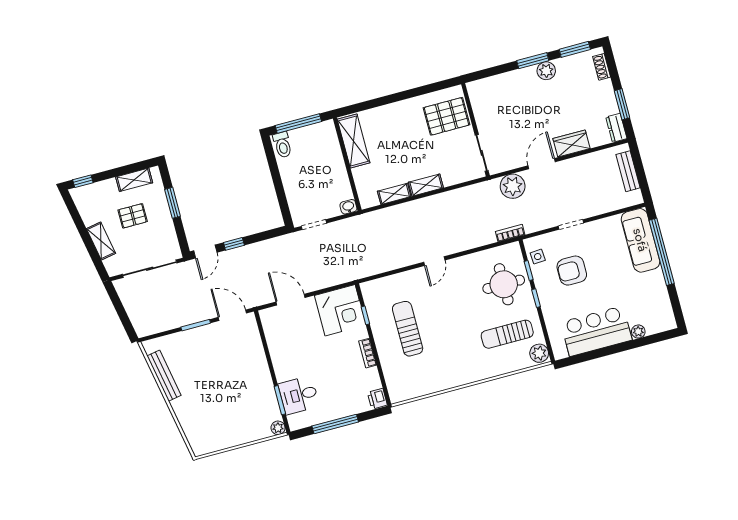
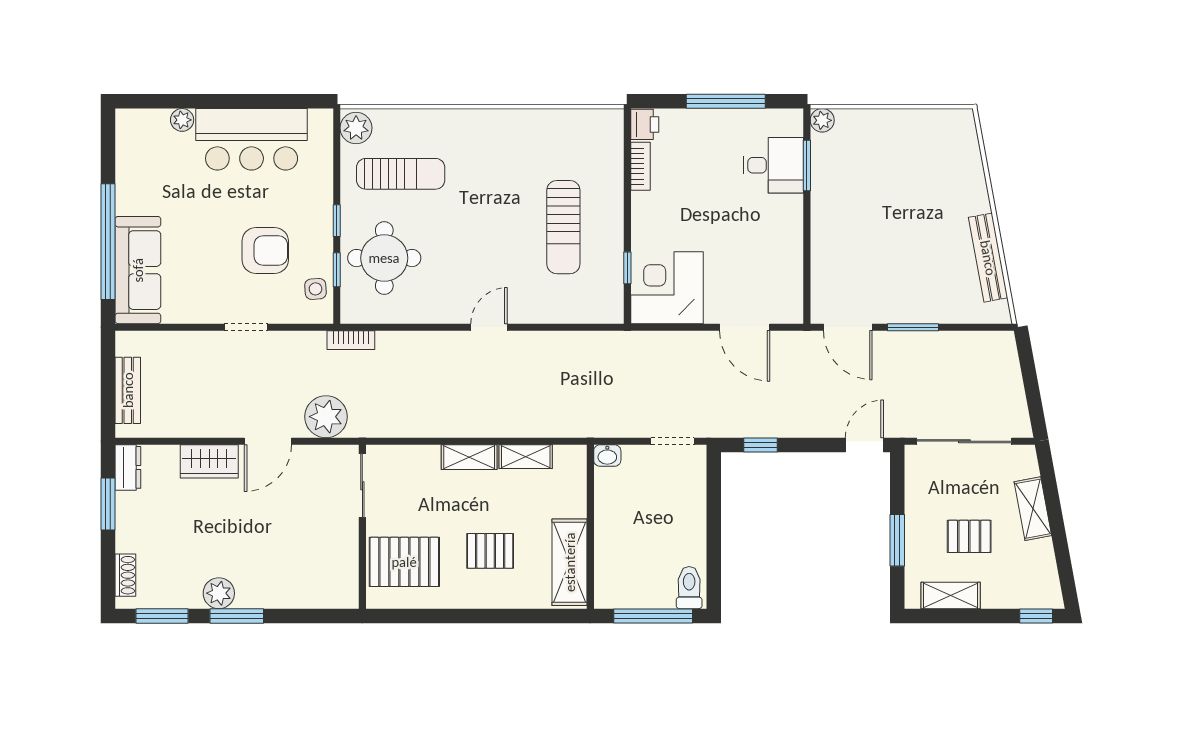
pallet: (400, 135) -> (490, 551), added
window: (234, 244) -> (761, 445), moved
bookcase: (368, 353) -> (640, 166), moved

